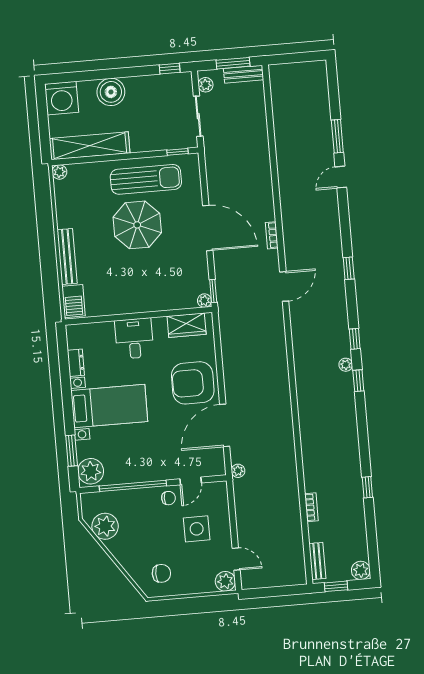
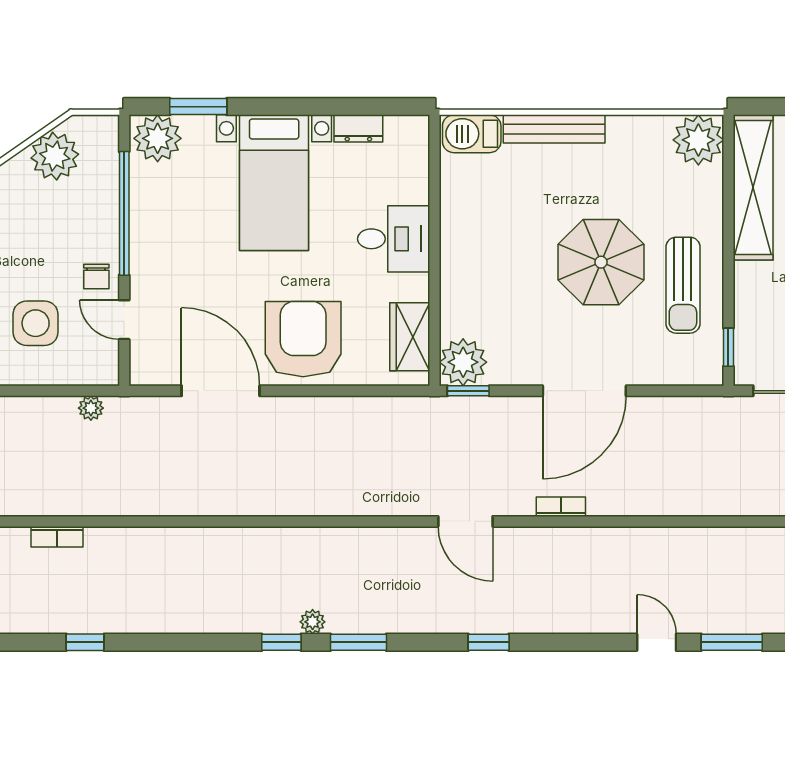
plant: (59, 172) -> (698, 140), width x1.87, depth x1.87
sun lounger: (146, 179) -> (683, 285), width x0.73, depth x0.75
plant: (204, 301) -> (463, 362), width x1.88, depth x1.88
window: (355, 339) -> (358, 642), width x1.50
plant: (238, 471) -> (91, 408), moved

